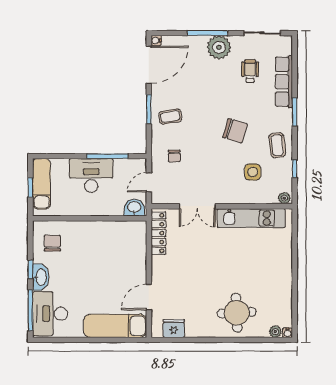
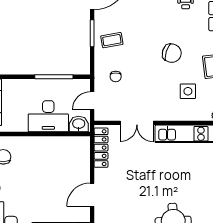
desk: (91, 175) -> (48, 116), moved, turned 180
door: (149, 297) -> (92, 195), moved

